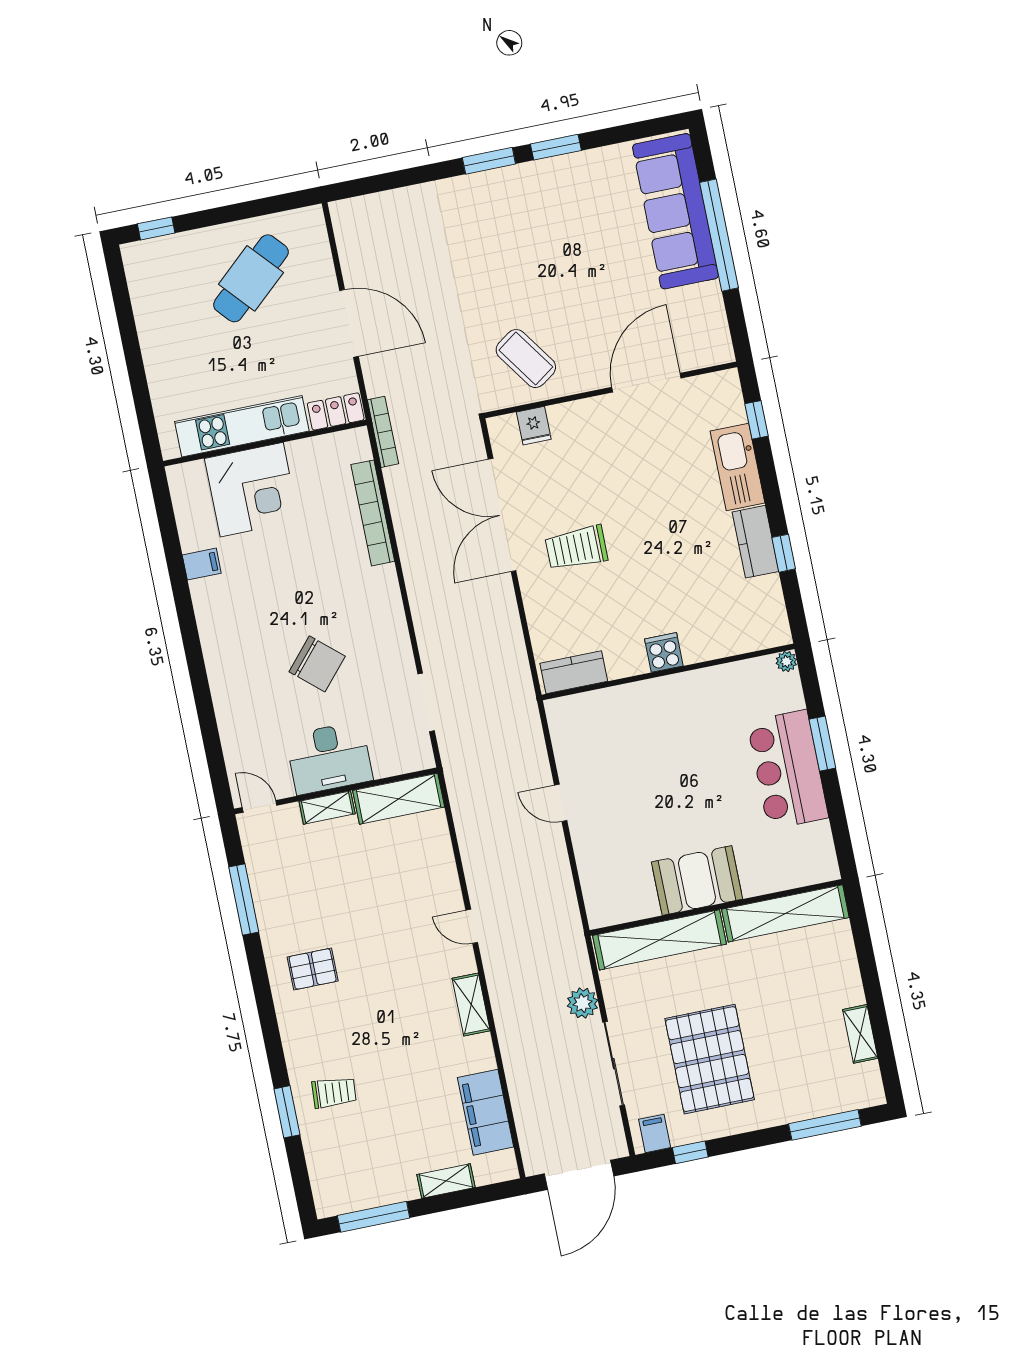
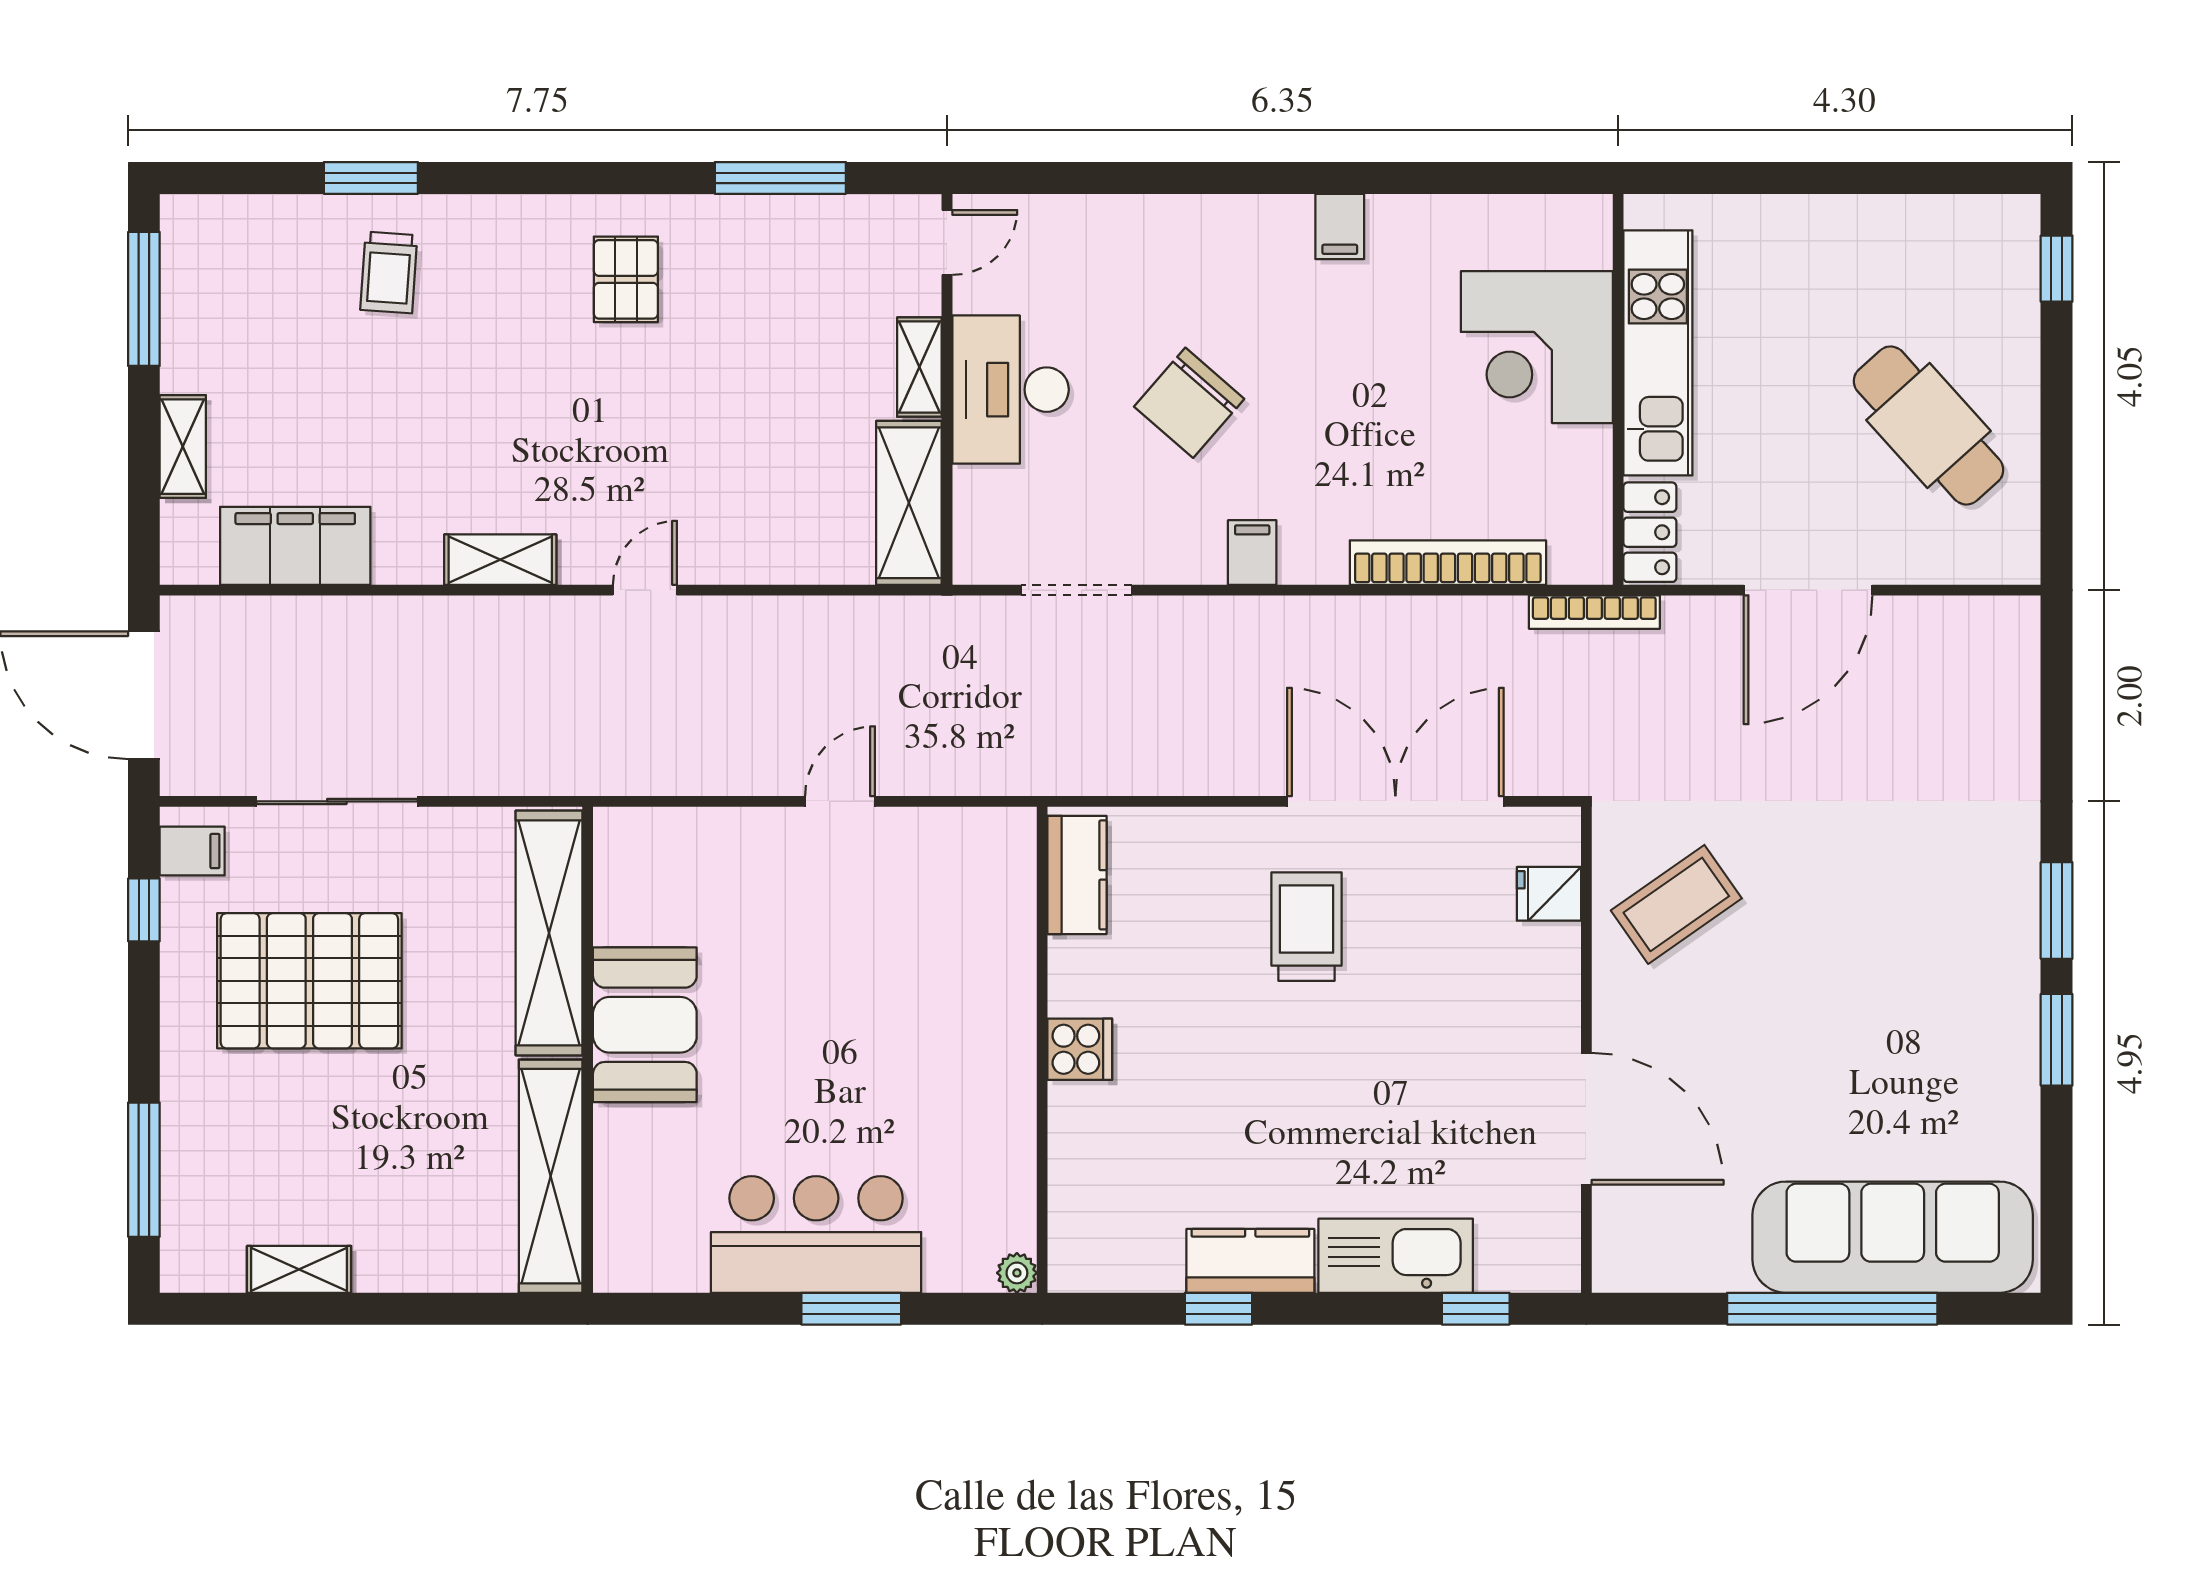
filing cabinet: (202, 564) -> (1340, 226), moved
filing cabinet: (388, 616) -> (1252, 552), added
plant: (583, 1003) -> (461, 766), removed

